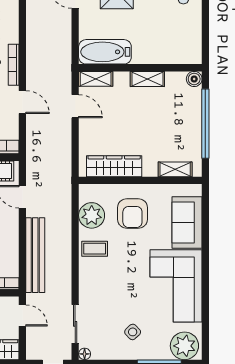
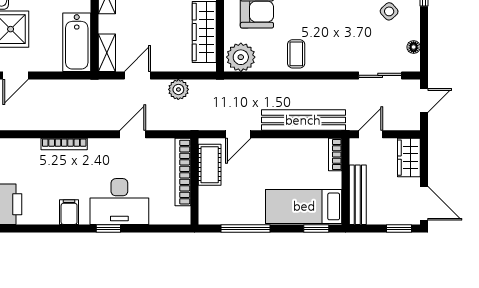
bookcase: (14, 65) -> (64, 144), moved
plant: (63, 143) -> (178, 89), added
plant: (92, 215) -> (241, 57), moved
floor lamp: (85, 354) -> (414, 47), moved

